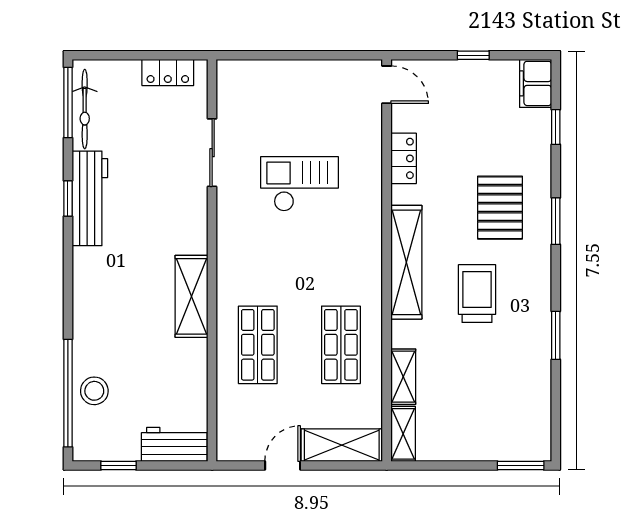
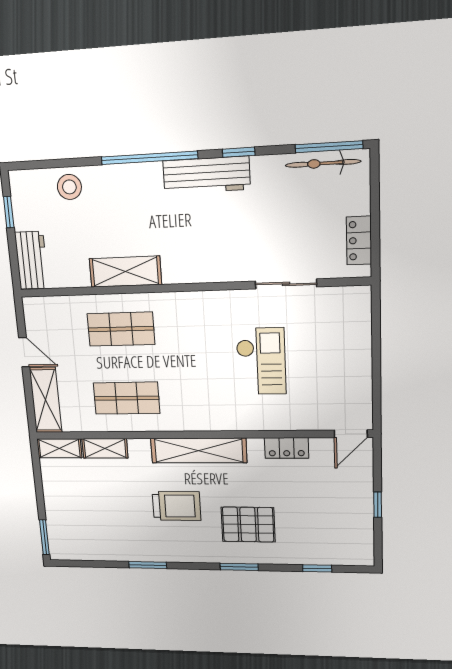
filing cabinet: (536, 83) -> (354, 554), removed
workbench: (90, 198) -> (206, 175), moved
shelving: (192, 296) -> (125, 272), moved
window: (68, 393) -> (149, 158), moved

